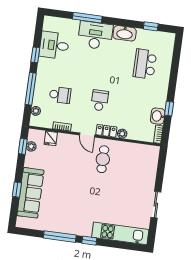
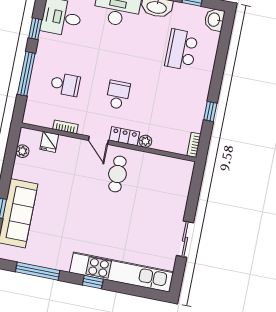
plant: (36, 111) -> (31, 104), removed
washbasin: (158, 116) -> (214, 20), moved
window: (23, 146) -> (11, 150), removed
kitchen unit: (120, 233) -> (122, 272), width x1.36
window: (60, 237) -> (38, 271), moved

